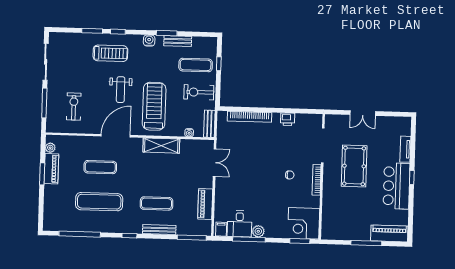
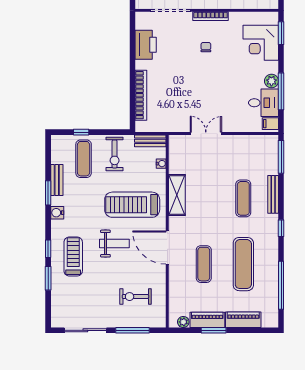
printer: (288, 119) -> (146, 45), width x1.87, depth x1.48
double door: (215, 163) -> (206, 133), moved
piano: (205, 204) -> (243, 320), moved, turned 180
corner desk: (304, 223) -> (261, 43), moved, turned 90

